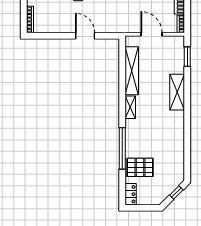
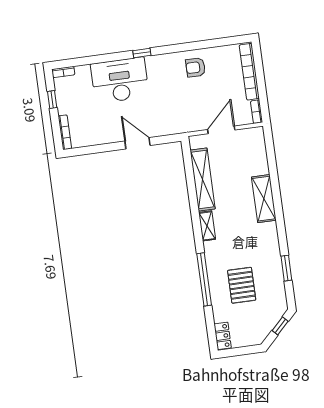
door: (152, 34) -> (221, 130), hinge flipped
window: (187, 57) -> (286, 268), moved
pallet: (140, 167) -> (242, 285), moved, turned 90

